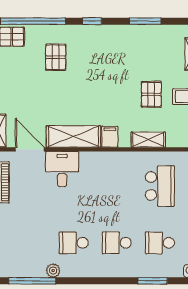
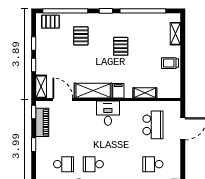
window: (145, 21) -> (143, 11), width x2.11
pallet: (151, 94) -> (121, 46), moved
desk: (62, 169) -> (108, 113), moved
school desk: (117, 243) -> (64, 164), moved, turned 180

